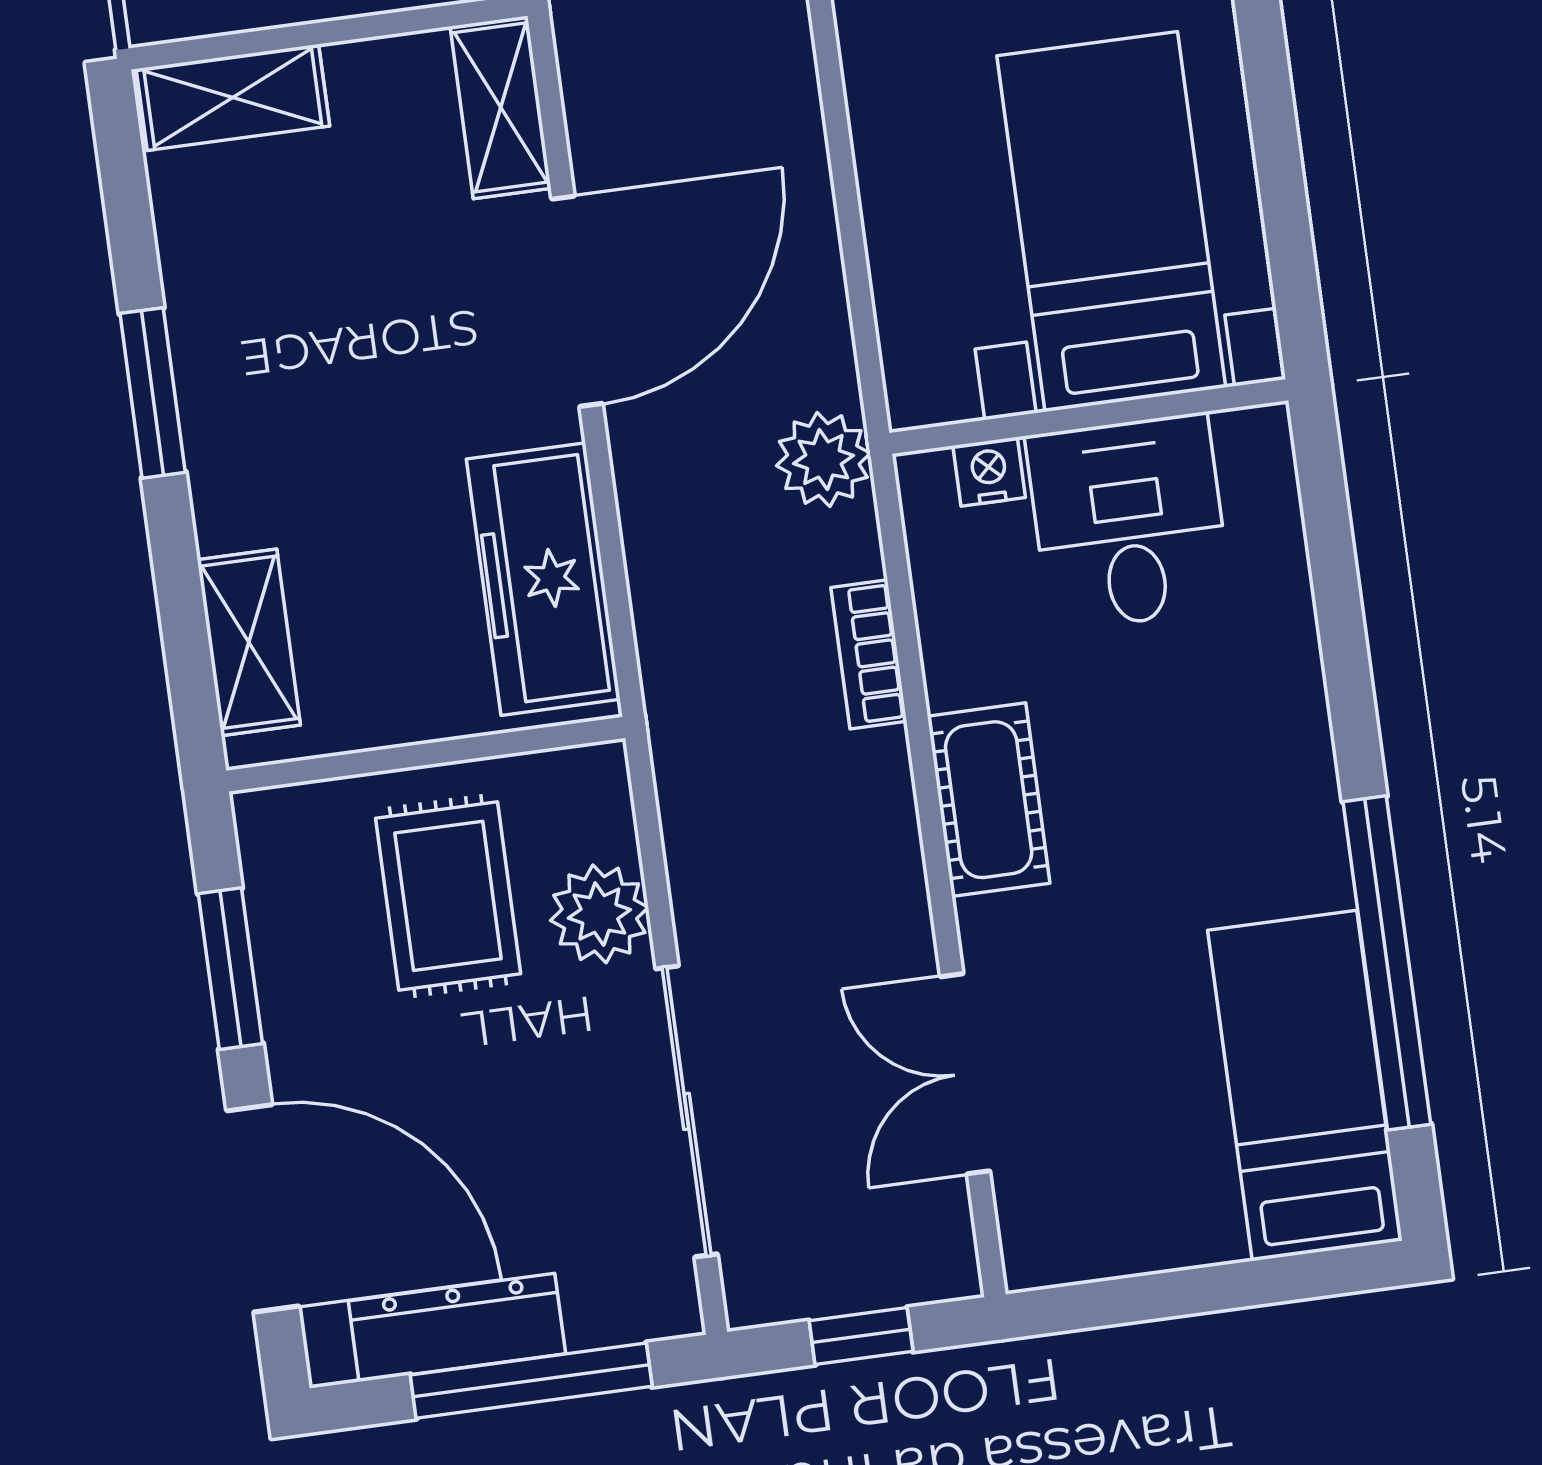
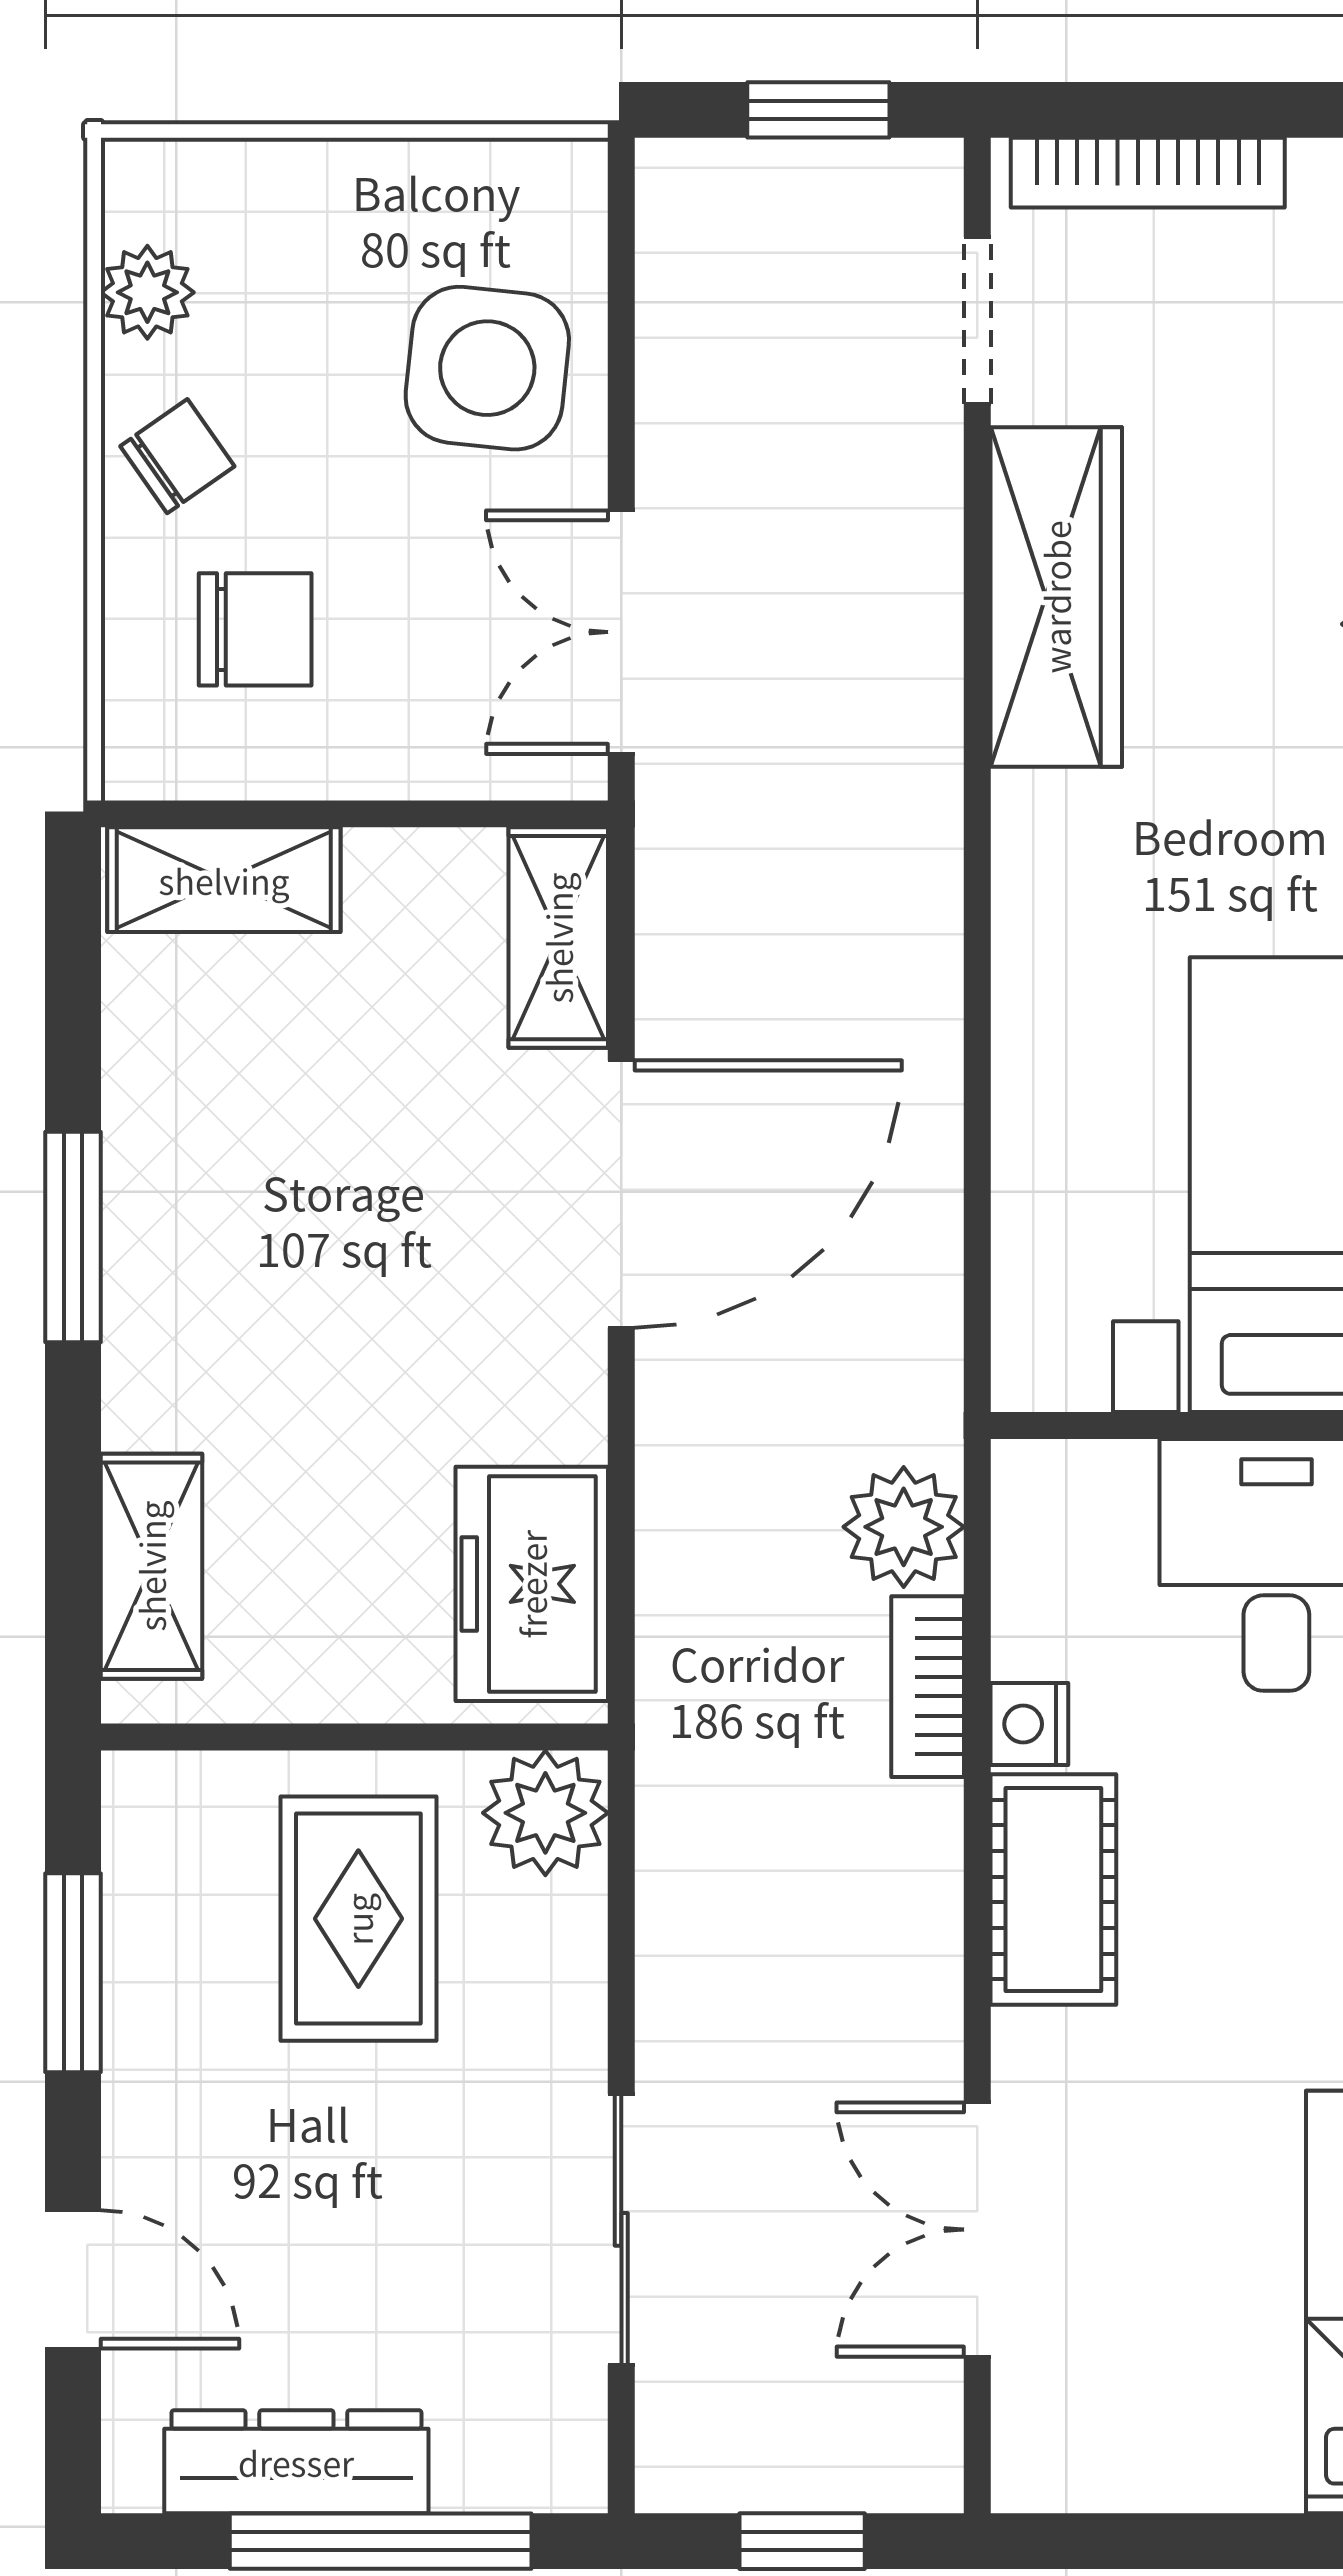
plant: (823, 459) -> (904, 1527), moved
nightstand: (989, 472) -> (1029, 1724), moved, turned -90
freezer: (543, 579) -> (532, 1584), width x0.71
plant: (599, 914) -> (545, 1813), moved
sliding door: (687, 1111) -> (621, 2229), width x0.73
door: (263, 1208) -> (73, 2279), width x0.53

